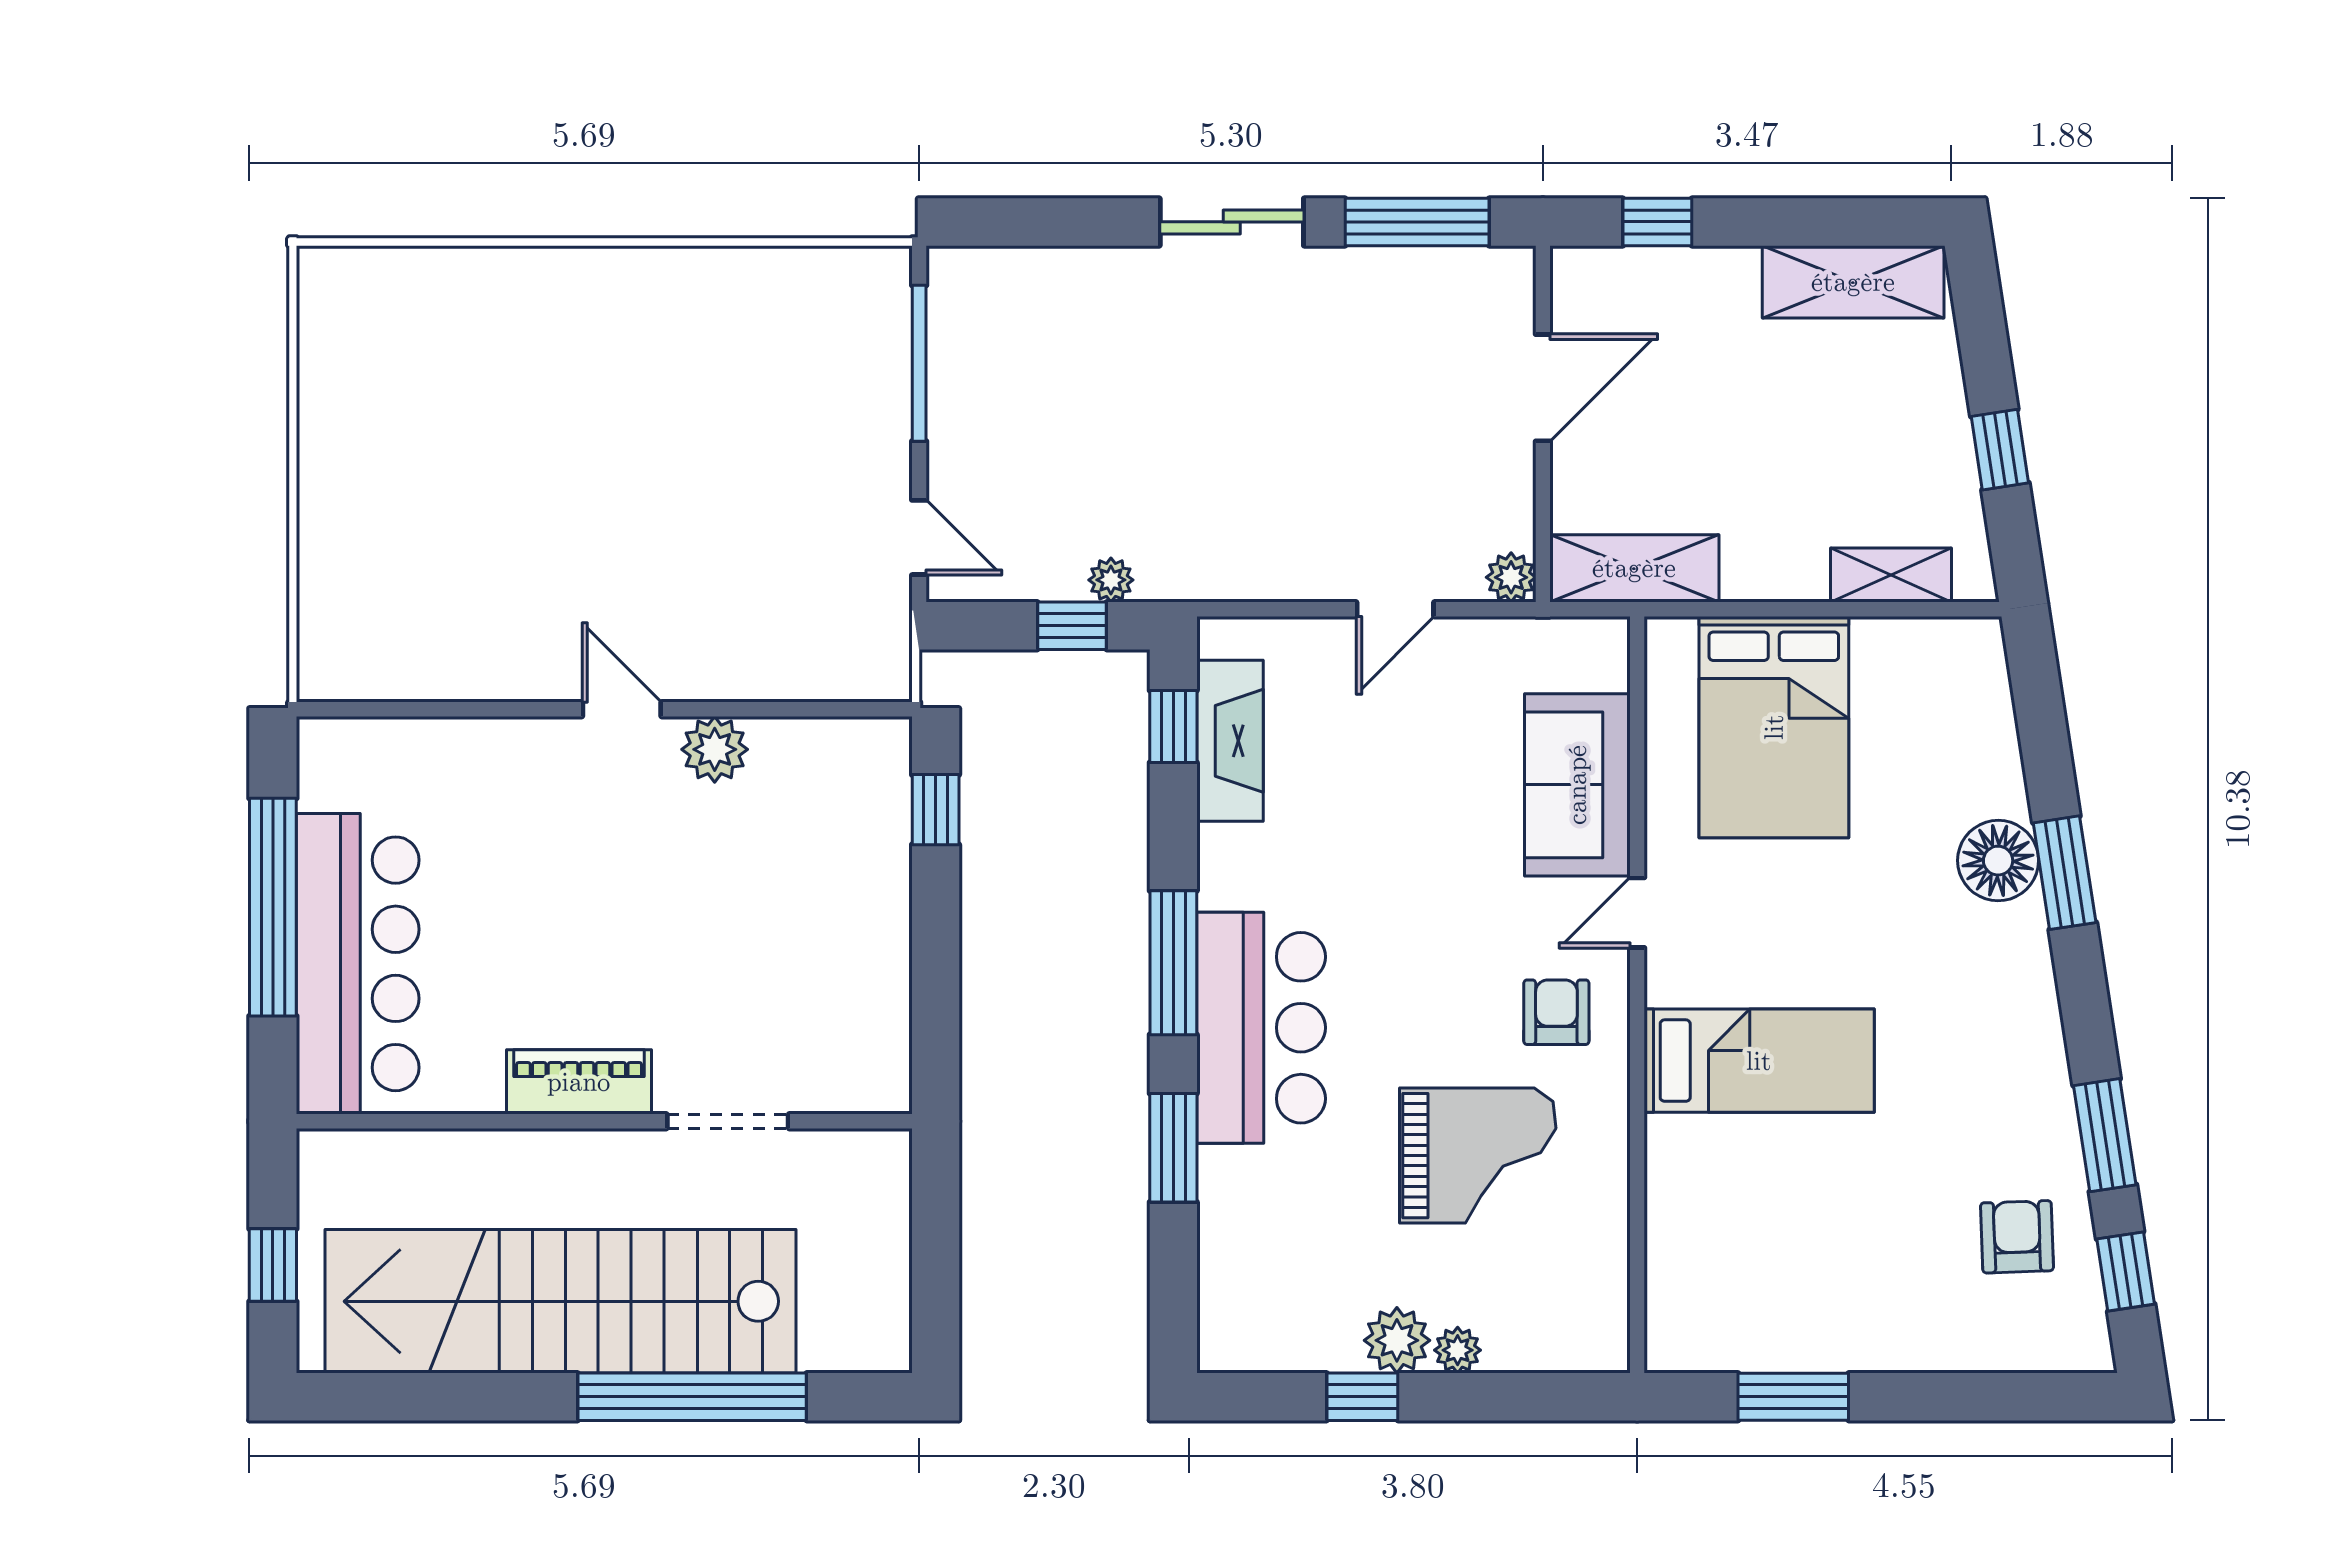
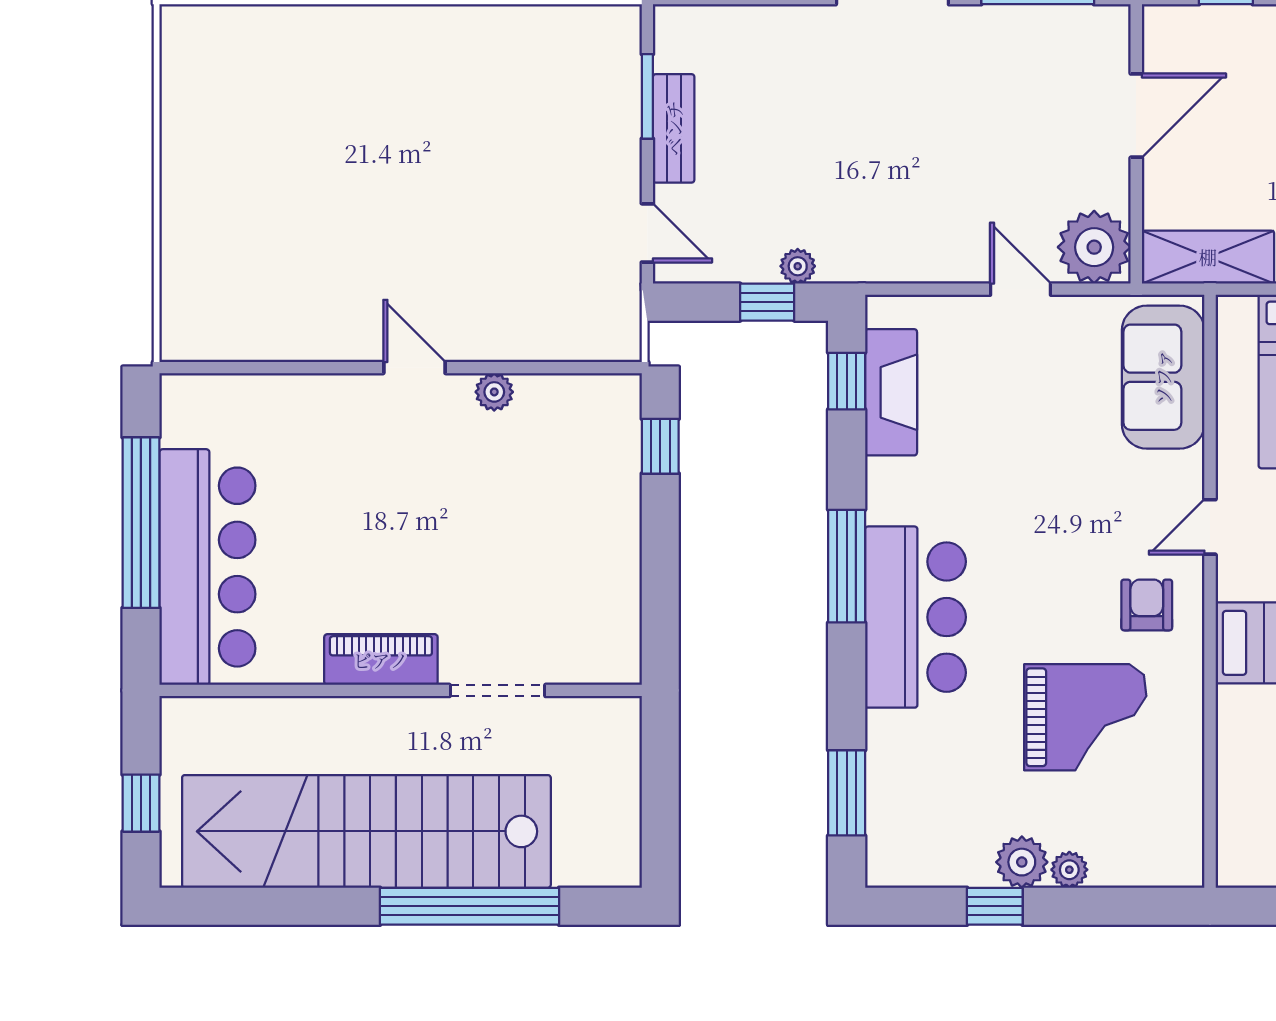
window: (919, 363) -> (647, 96), width x0.69
bench: (953, 404) -> (674, 128), added
plant: (1511, 577) -> (1094, 247), width x1.87, depth x1.87
door: (1395, 609) -> (1021, 289), swing flipped
plant: (715, 749) -> (494, 392), width x0.73, depth x0.73
sofa: (1577, 785) -> (1163, 377), moved
window: (1173, 1148) -> (847, 793), moved

